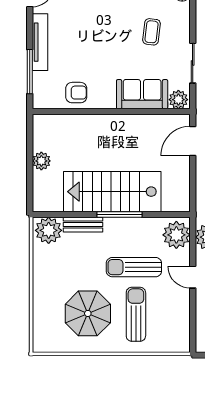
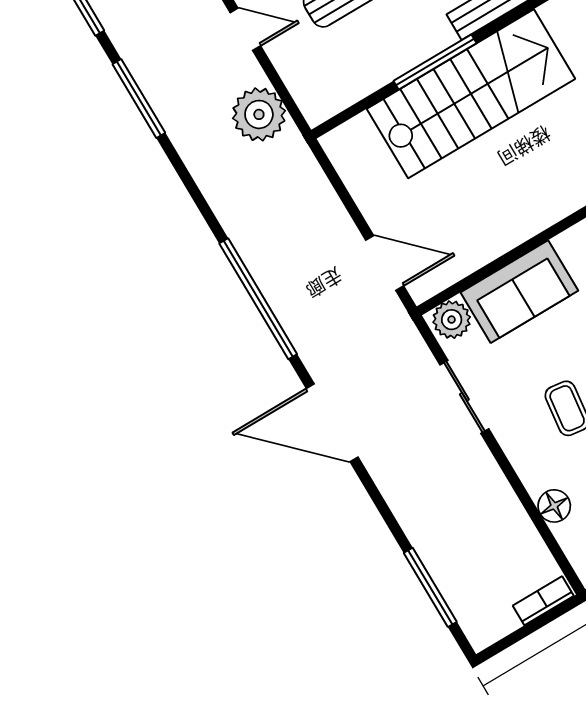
door: (193, 141) -> (385, 263), hinge flipped
plant: (176, 235) -> (316, 85), removed

